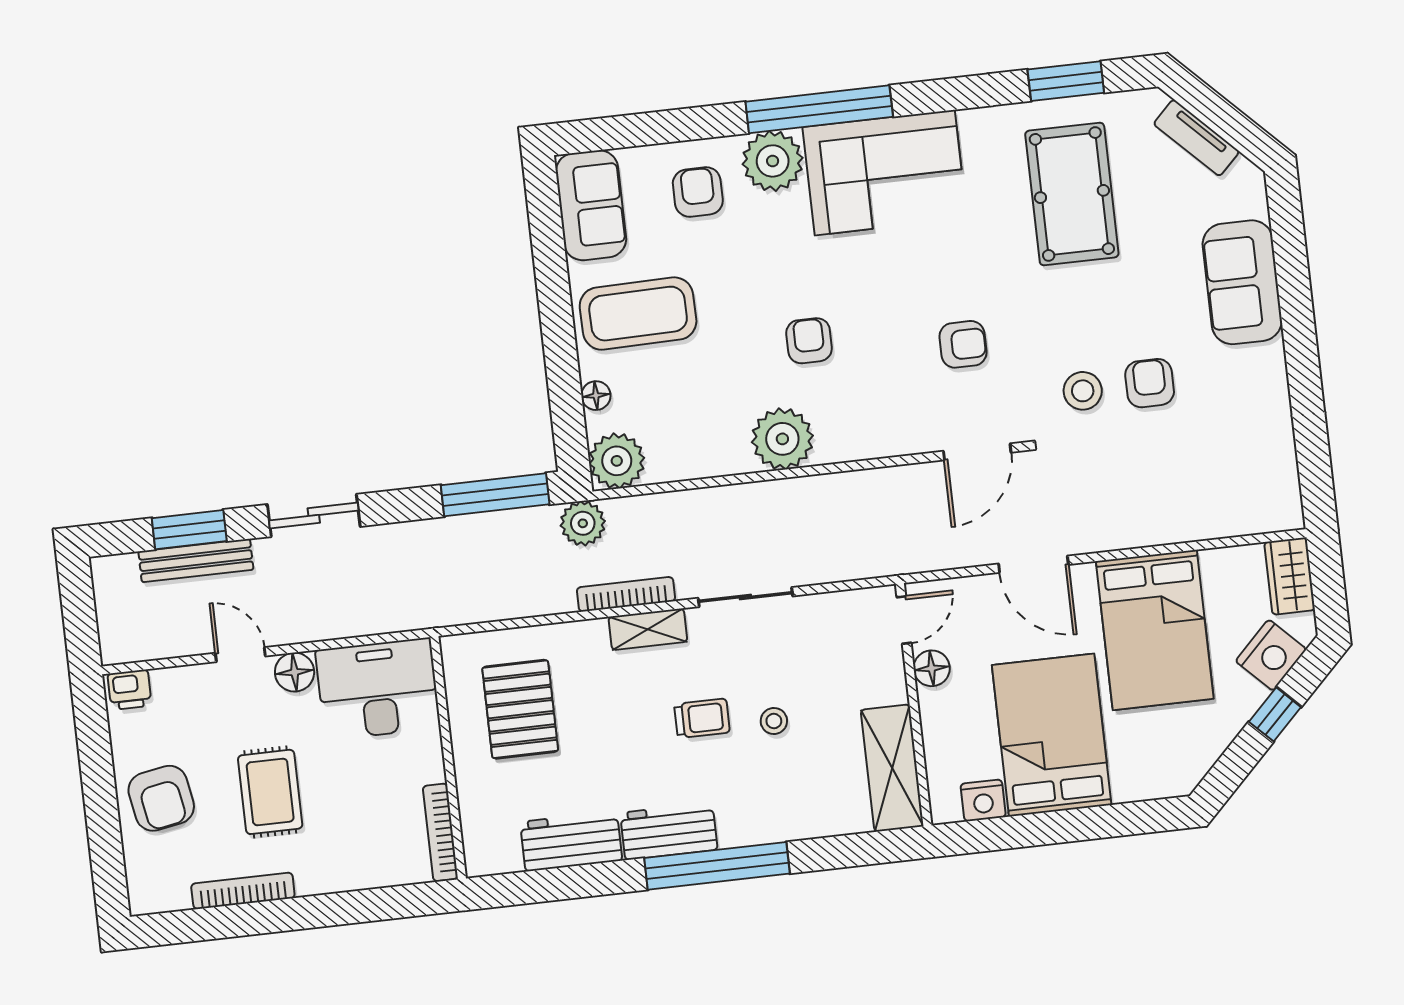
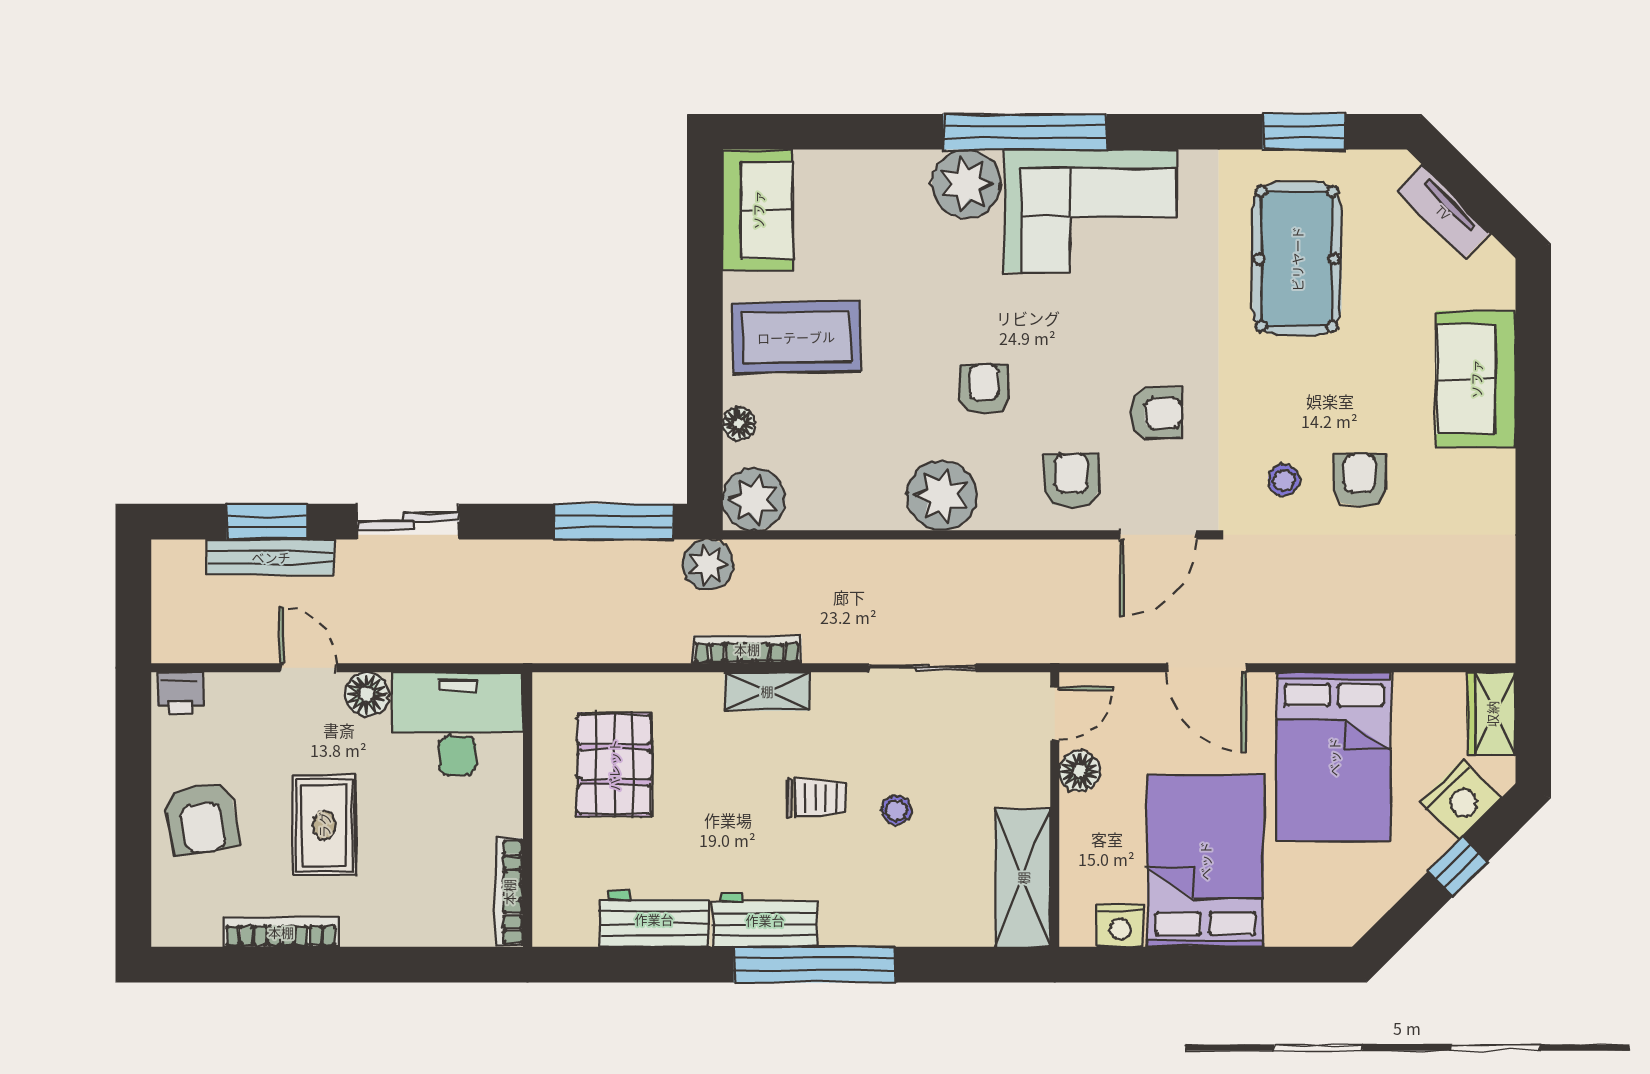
armchair: (698, 192) -> (1071, 481), moved
stool: (1083, 391) -> (1284, 480), width x0.73, depth x0.73
sliding door: (745, 597) -> (922, 668), moved

